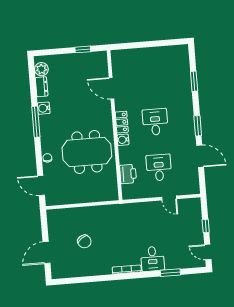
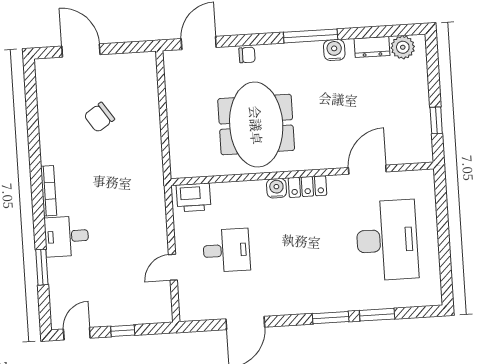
desk: (155, 122) -> (387, 240), moved, width x1.87, depth x1.30
window: (198, 126) -> (331, 318), moved
printer: (128, 174) -> (194, 197), moved

